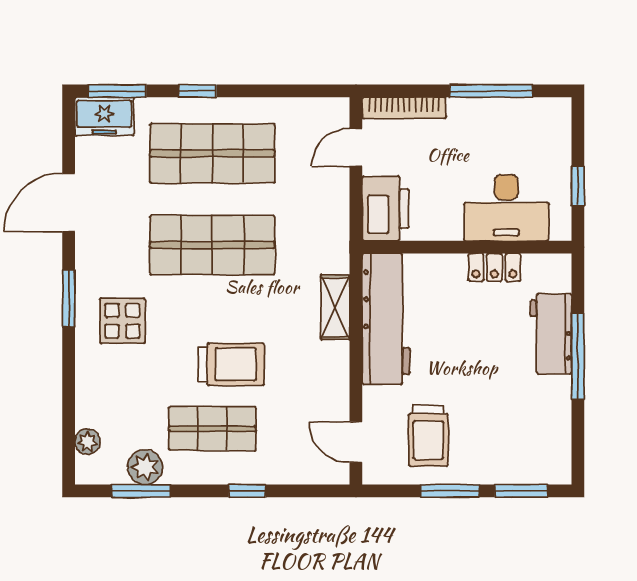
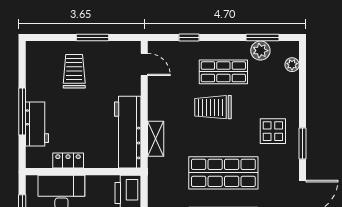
trolley: (428, 436) -> (74, 71), moved
window: (247, 491) -> (189, 38), moved
window: (521, 491) -> (53, 38), removed

